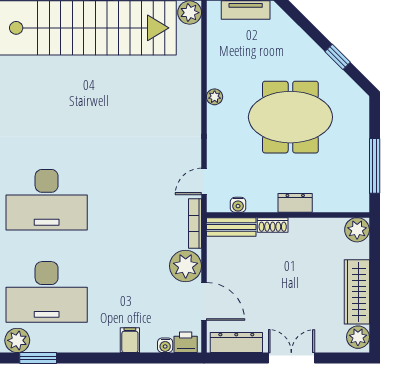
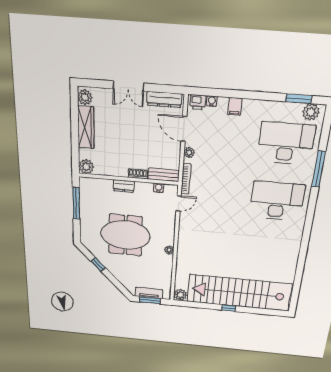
plant: (186, 266) -> (189, 152), width x0.53, depth x0.53

